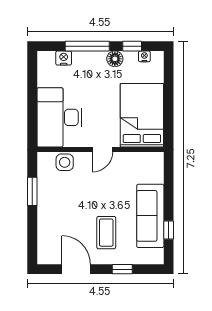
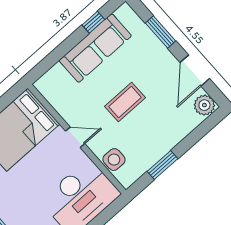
coffee table: (106, 233) -> (125, 102), moved
plant: (47, 255) -> (204, 105), added
window: (122, 269) -> (161, 32), width x1.50

